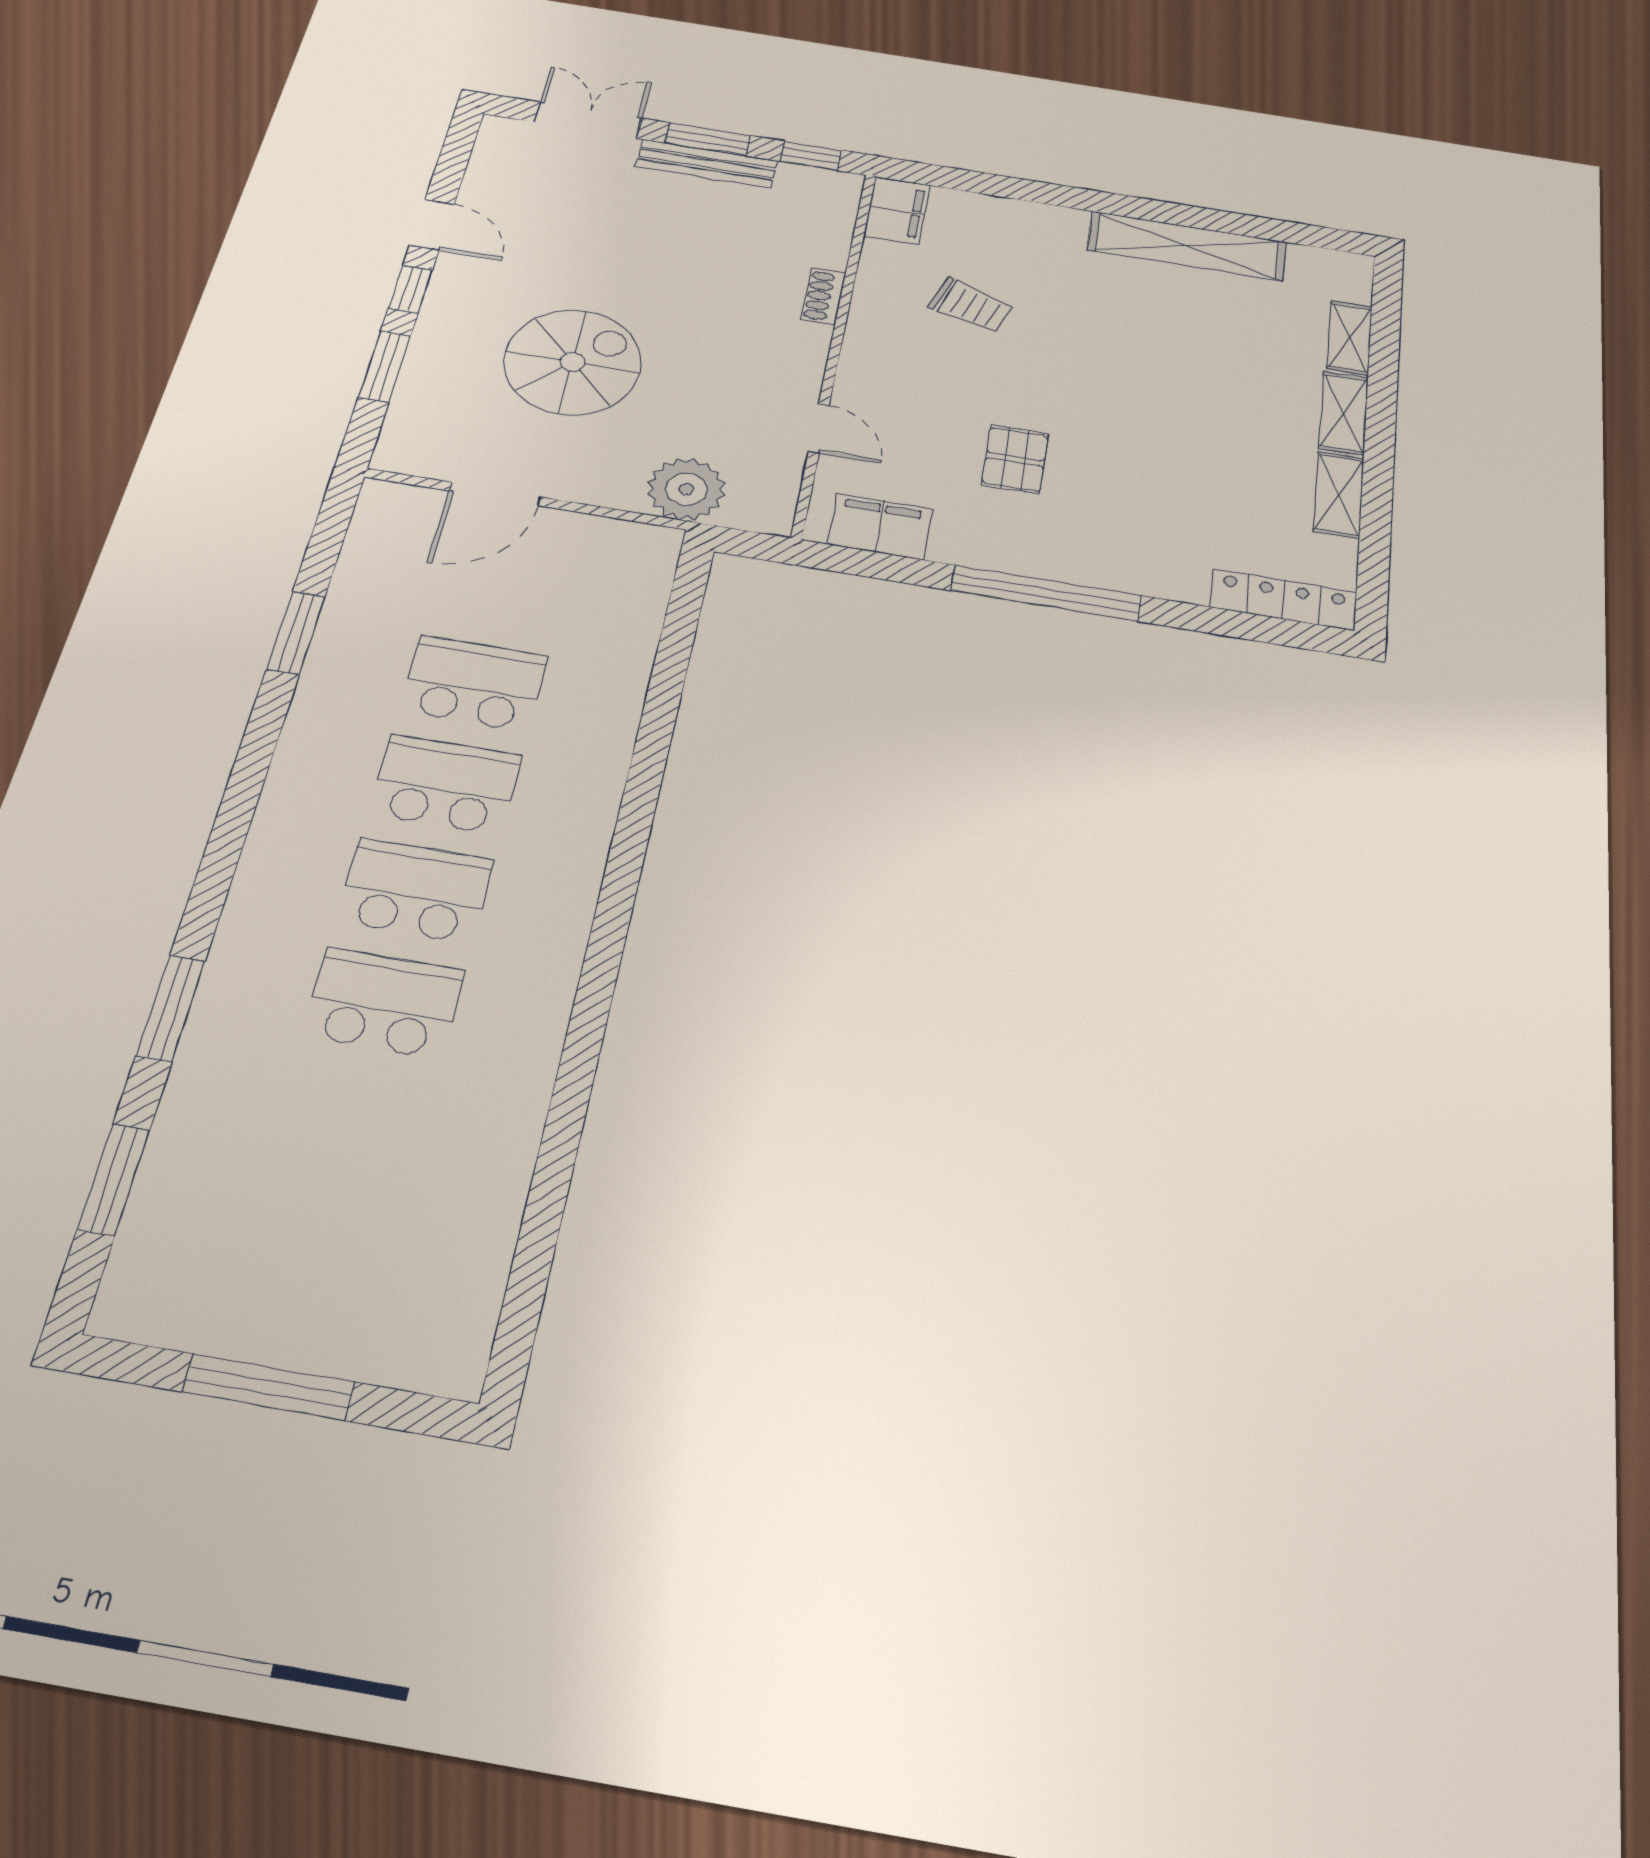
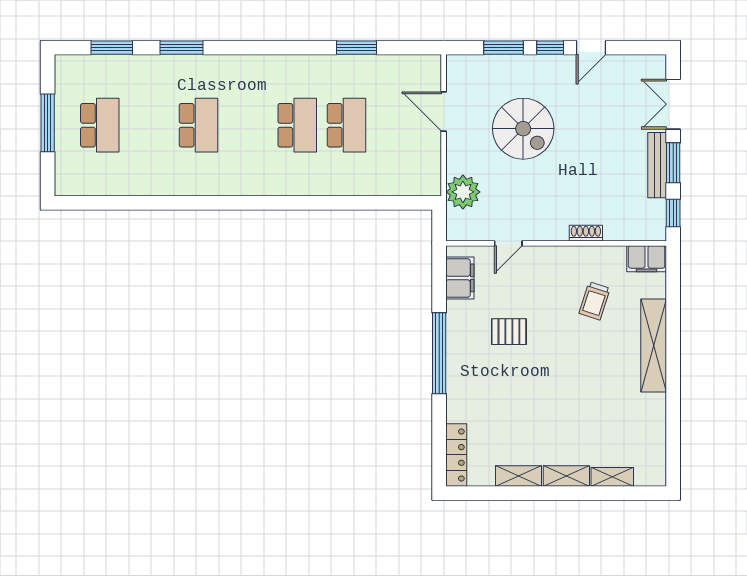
double door: (588, 120) -> (673, 104), swing flipped
shelving: (1187, 246) -> (654, 345), moved
school desk: (416, 890) -> (100, 125), moved

